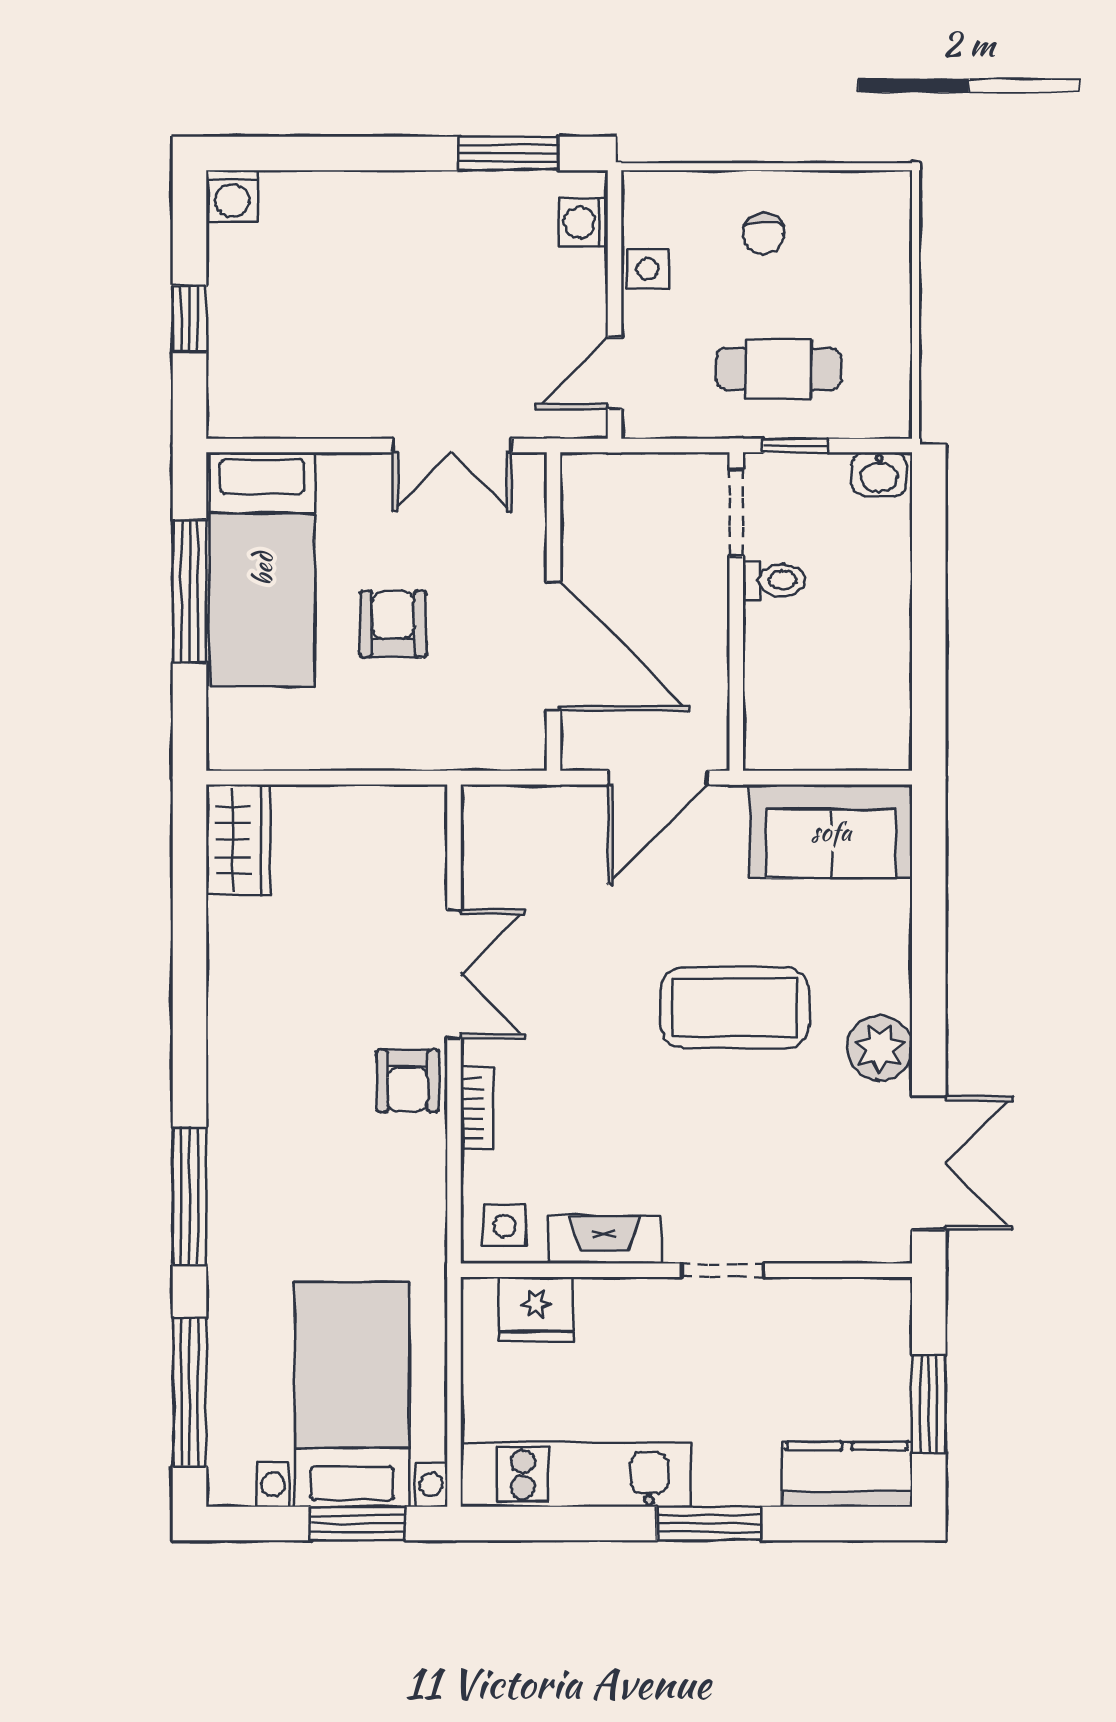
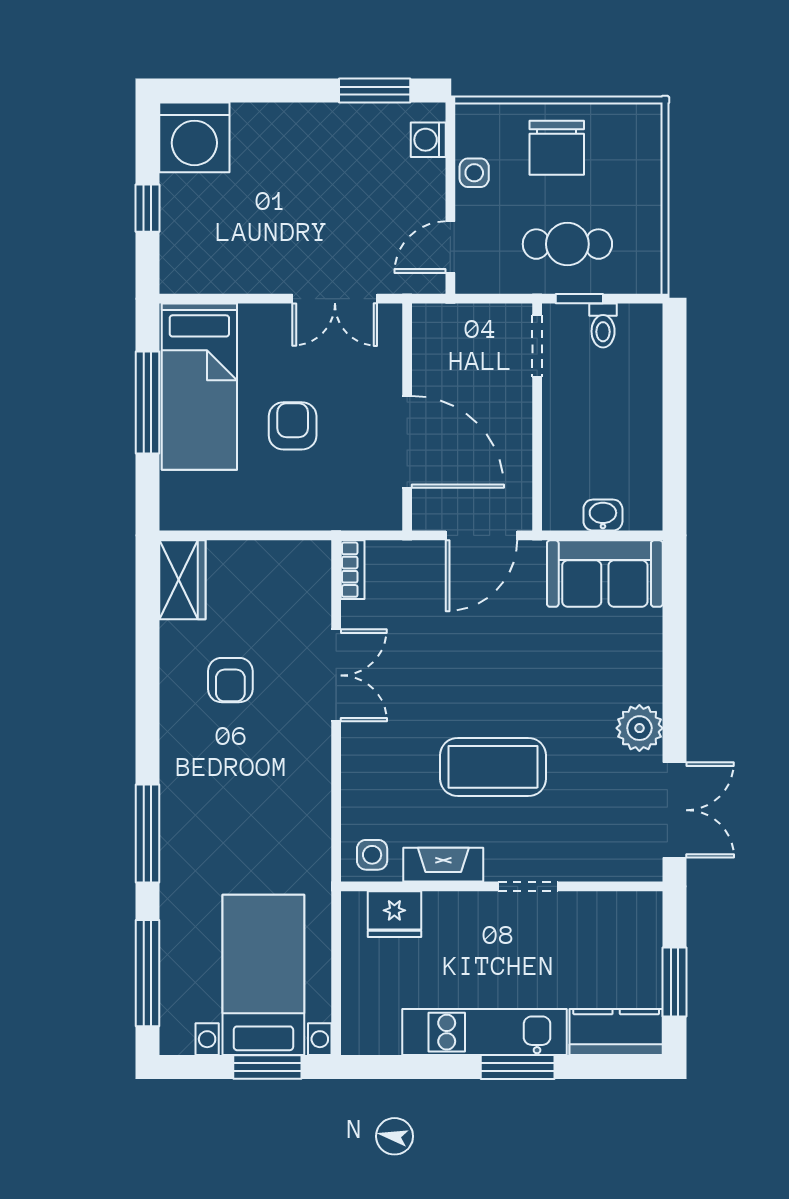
washing machine: (232, 196) -> (194, 137), width x1.89, depth x1.89
chair: (764, 234) -> (557, 148), width x1.87, depth x1.87
washbasin: (879, 474) -> (603, 515), moved, turned 180
toilet: (774, 580) -> (603, 326), moved, turned 90
coffee table: (735, 1007) -> (493, 767), moved
armchair: (408, 1081) -> (230, 680), moved
bookcase: (477, 1108) -> (353, 570), moved
kitchen unit: (576, 1475) -> (484, 1032), moved

